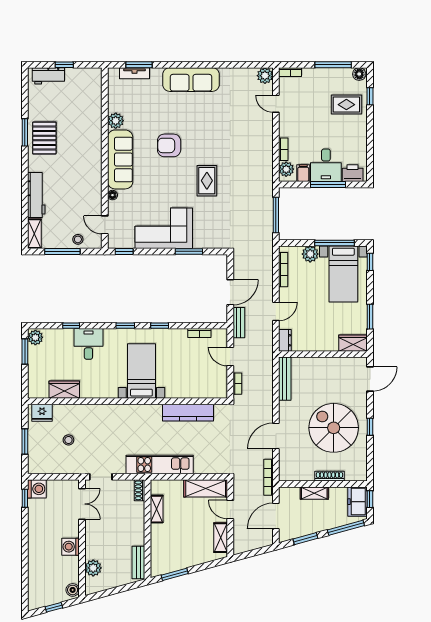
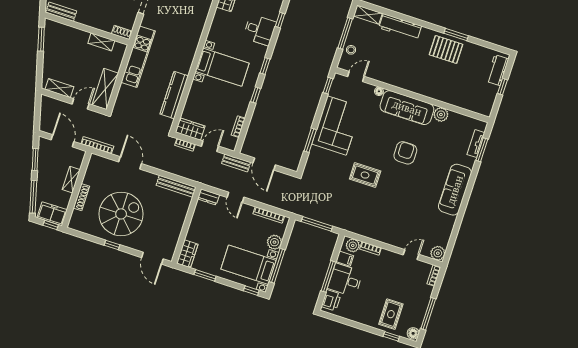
wardrobe: (219, 384) -> (190, 129), added

